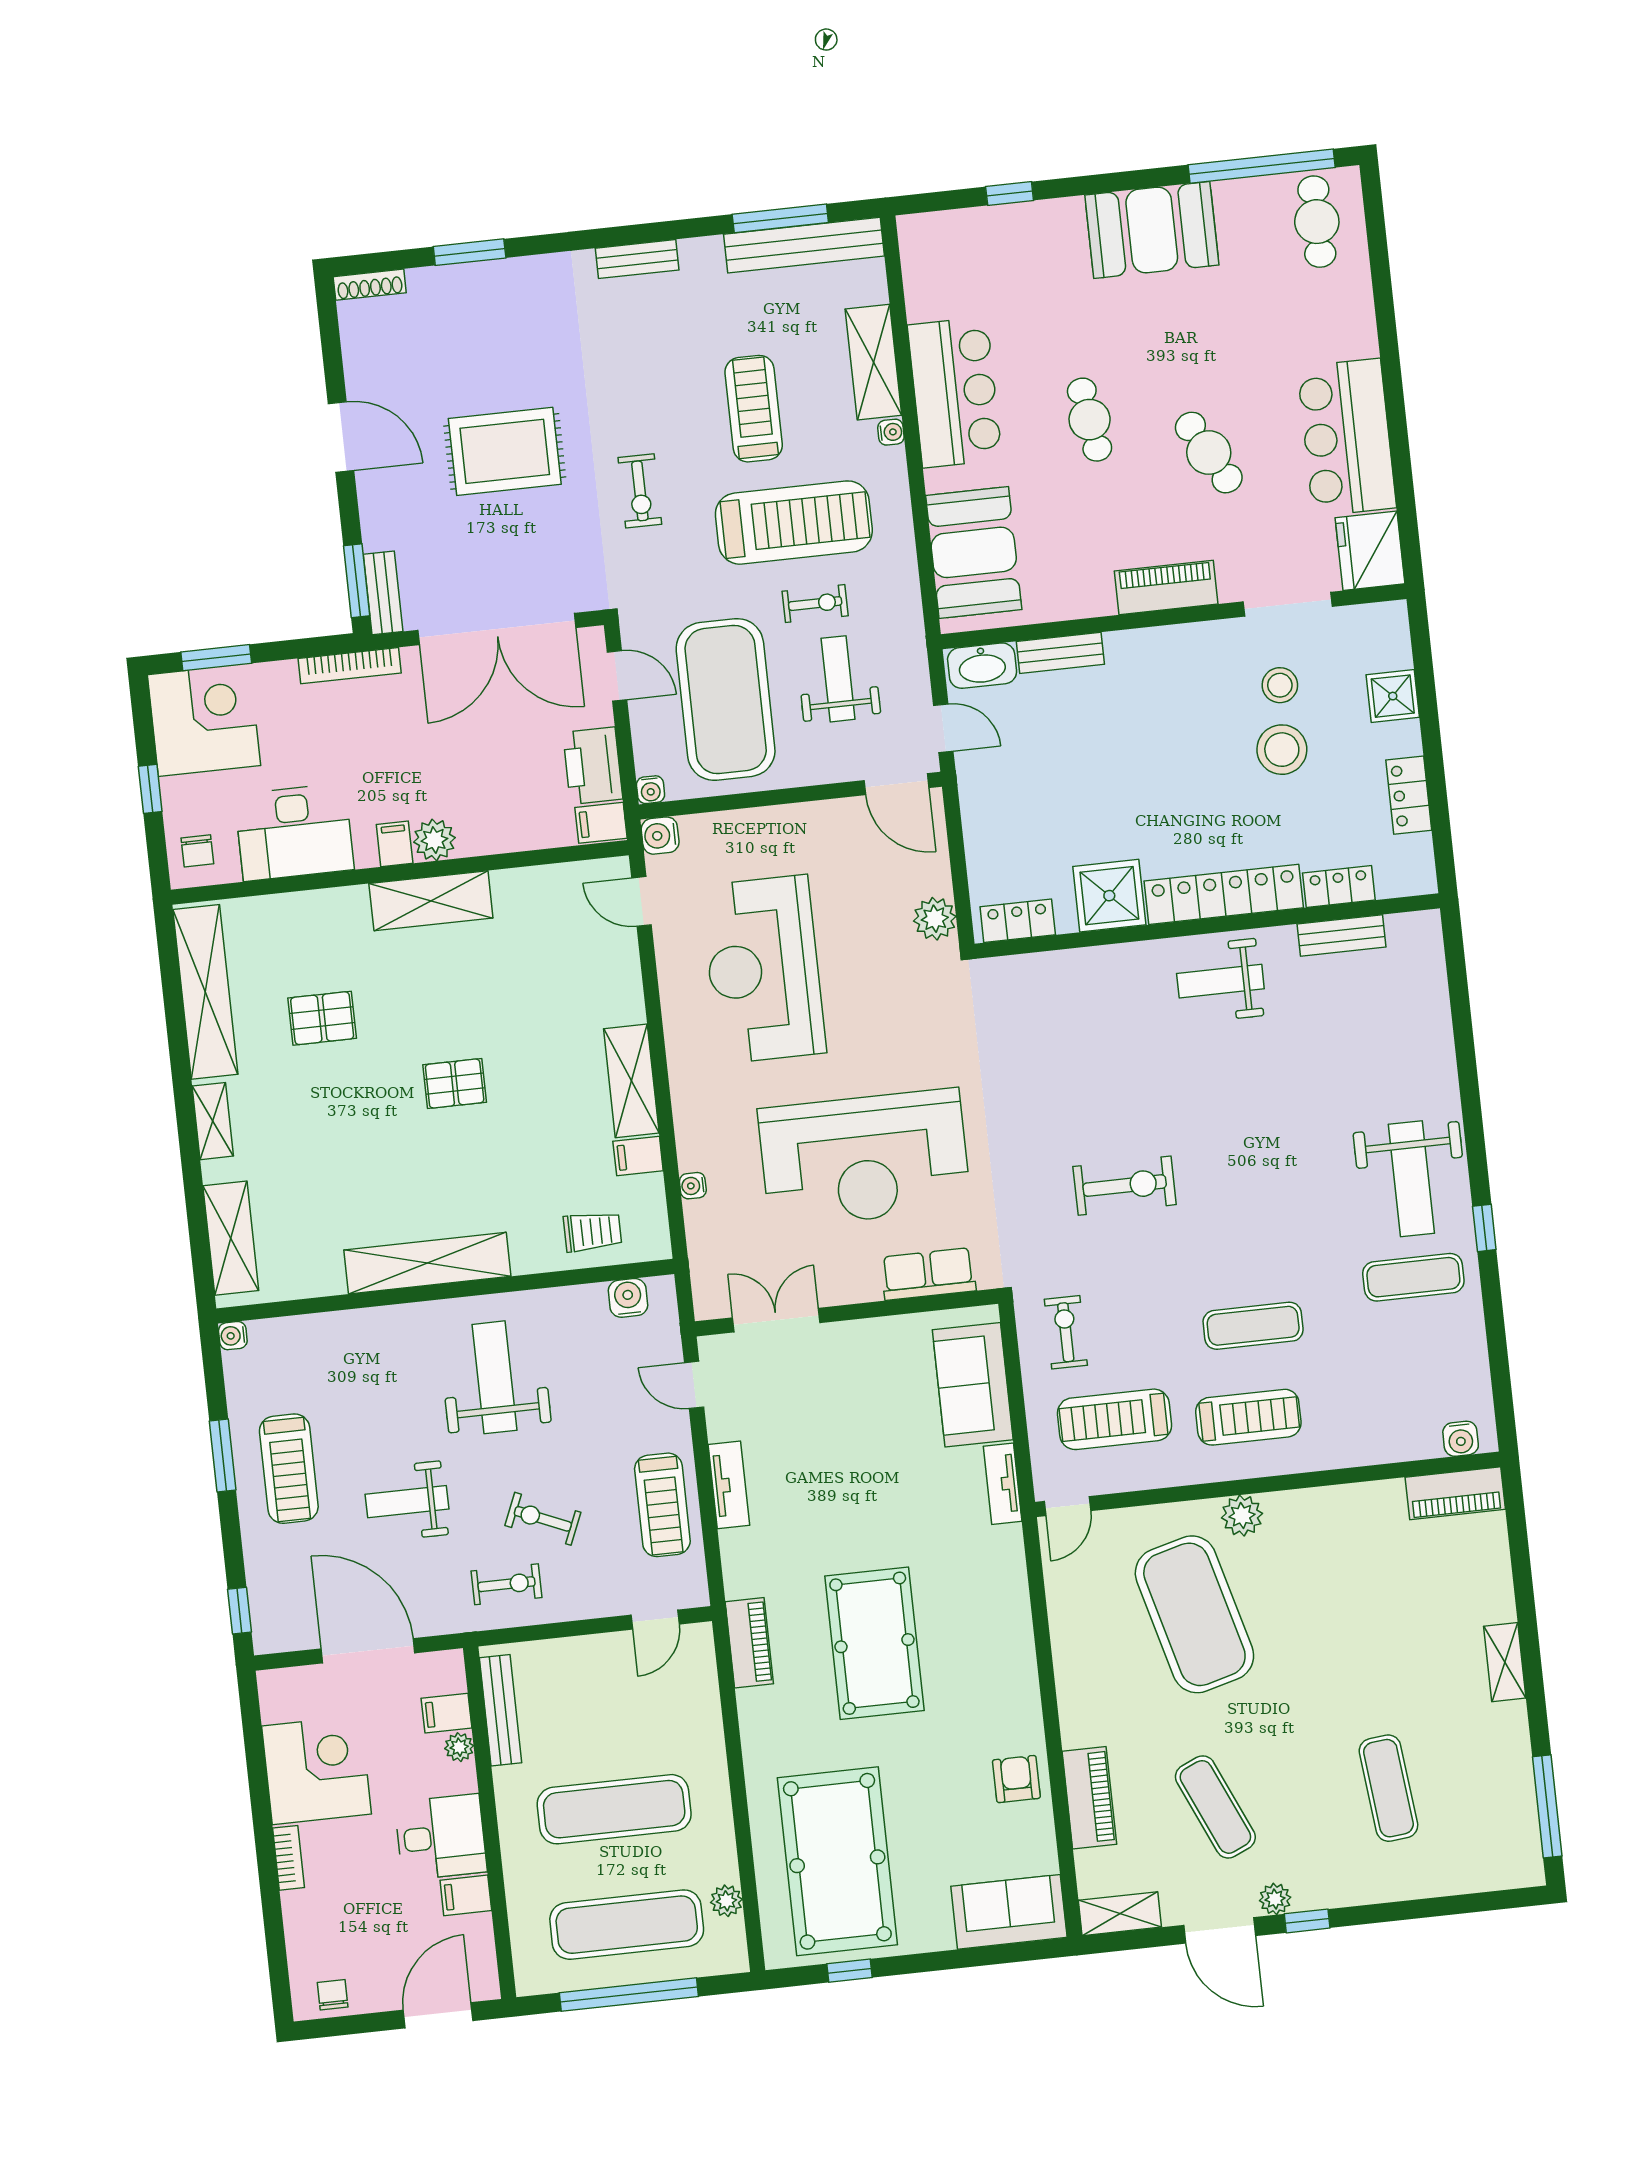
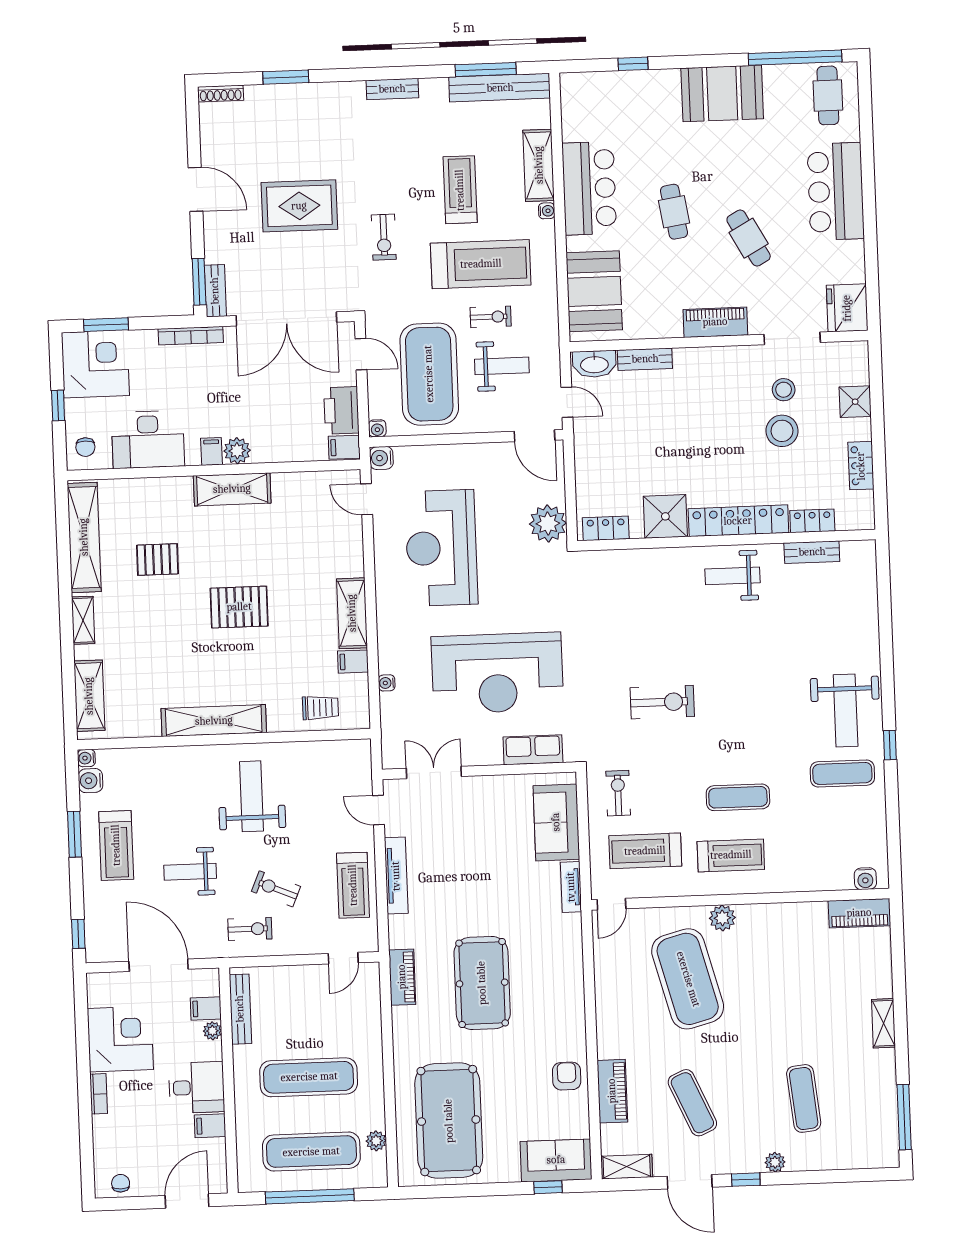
bar counter: (1347, 437) -> (836, 191), moved
weight bench: (838, 679) -> (502, 366), turned 90
plant: (935, 919) -> (548, 524), width x1.36, depth x1.36
pallet: (455, 1084) -> (239, 607), width x1.50, depth x1.42
water cooler: (628, 1298) -> (91, 781), moved, turned -90
tv unit: (729, 1485) -> (396, 876), width x1.41
plant: (1275, 1899) -> (775, 1162), moved
window: (849, 1971) -> (548, 1187), moved

